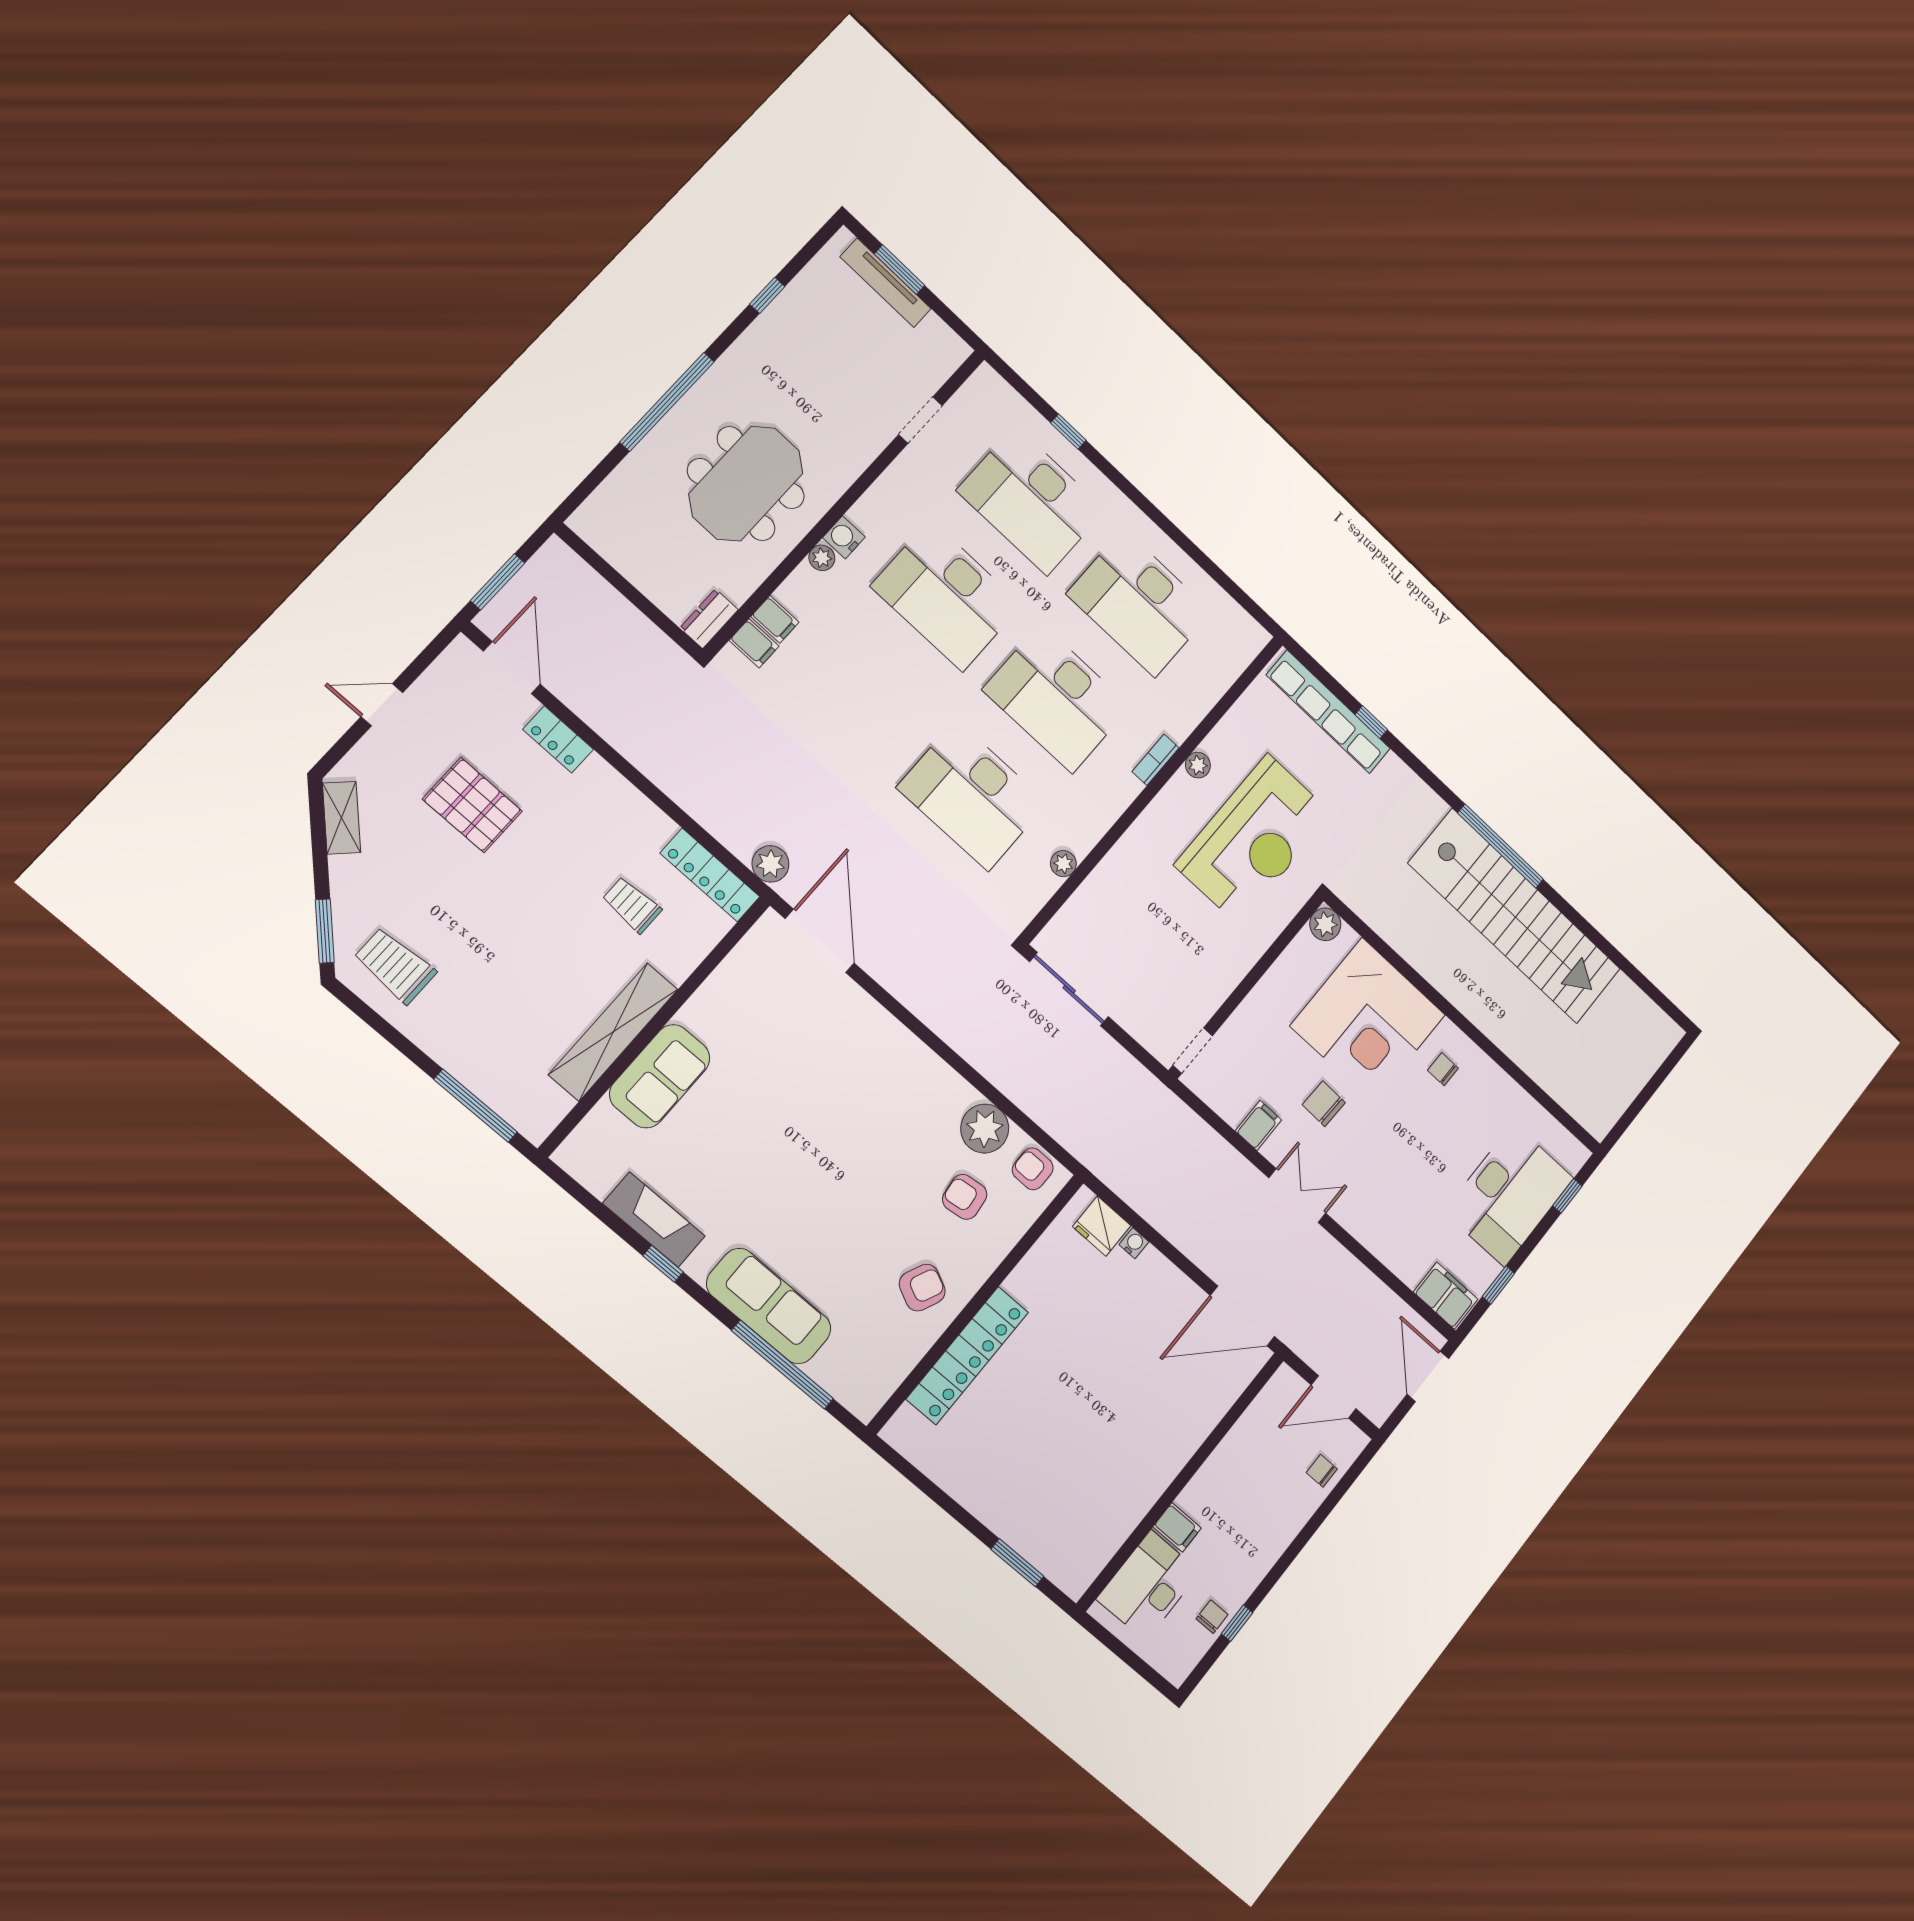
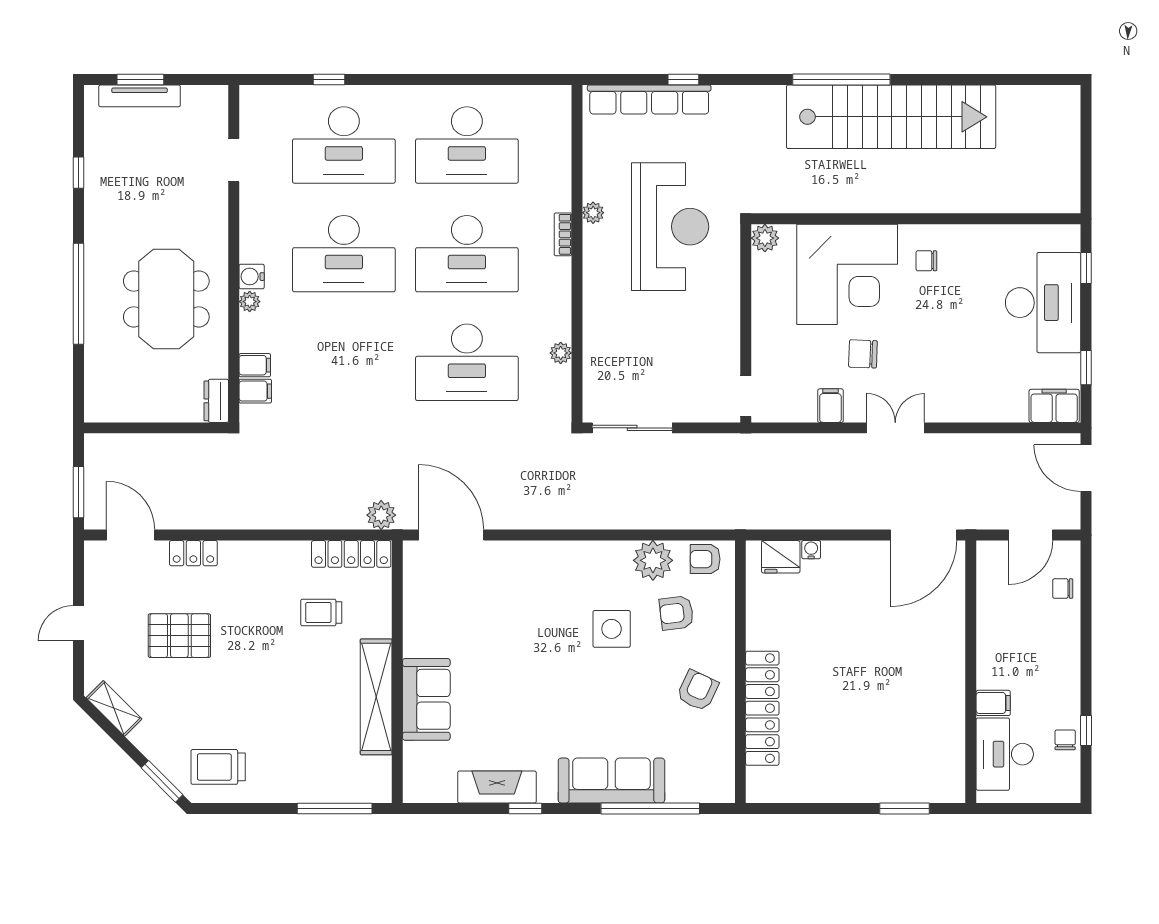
side table: (893, 1160) -> (612, 629), added

